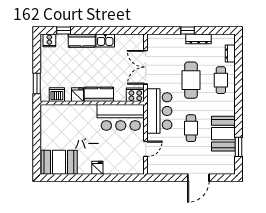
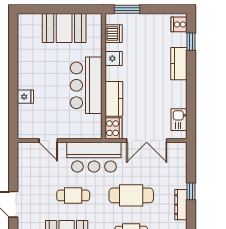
kitchen sink: (105, 41) -> (179, 120), moved
double door: (146, 67) -> (147, 141), swing flipped
kitchen counter: (99, 94) -> (114, 99), moved
bar counter: (121, 117) -> (86, 85), moved
booth: (59, 162) -> (64, 28), moved, turned 90
fridge: (97, 168) -> (25, 97), moved

